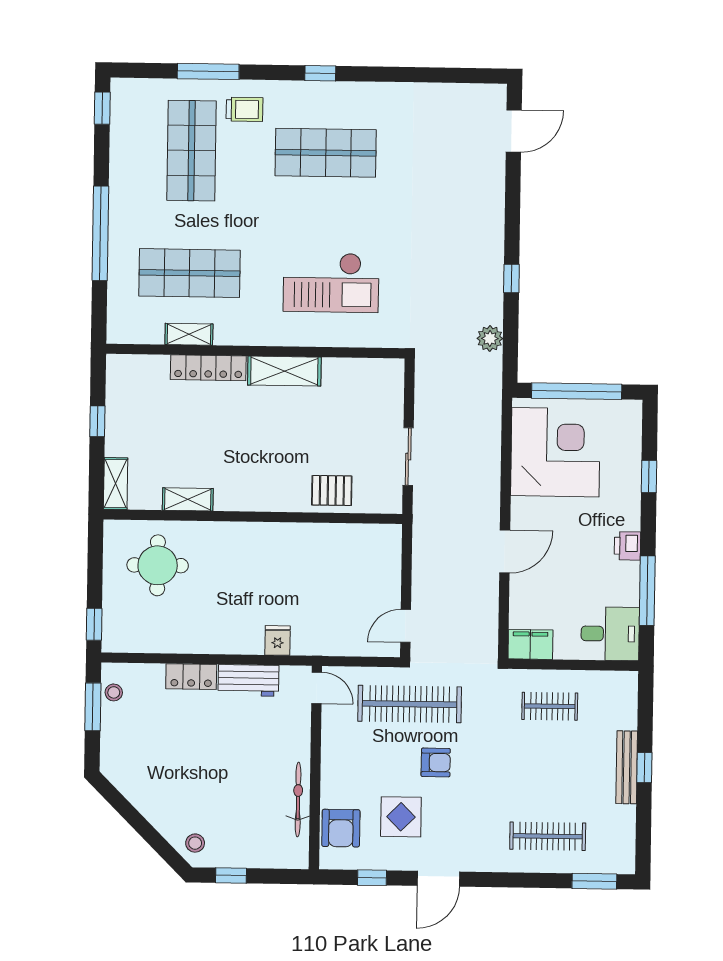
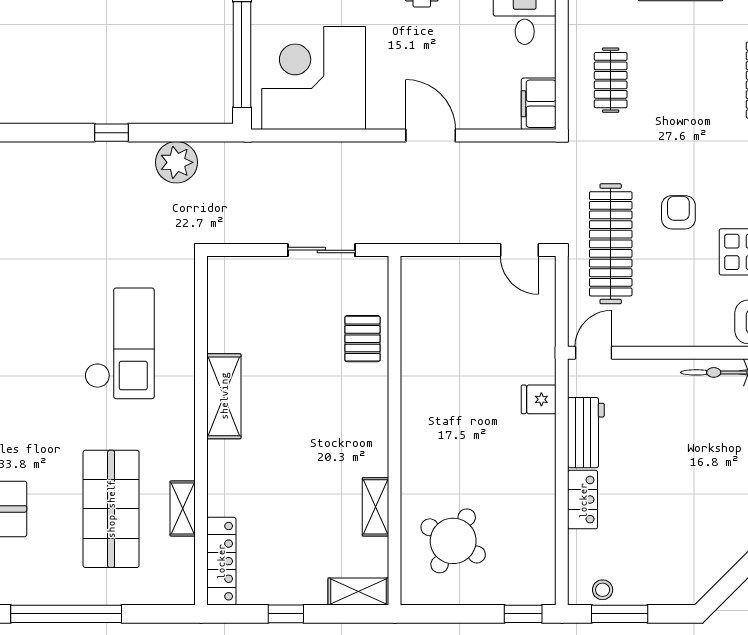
plant: (490, 338) -> (176, 162), width x1.36, depth x1.36
locker: (208, 368) -> (221, 561), moved
round table: (158, 565) -> (453, 541), turned 30

